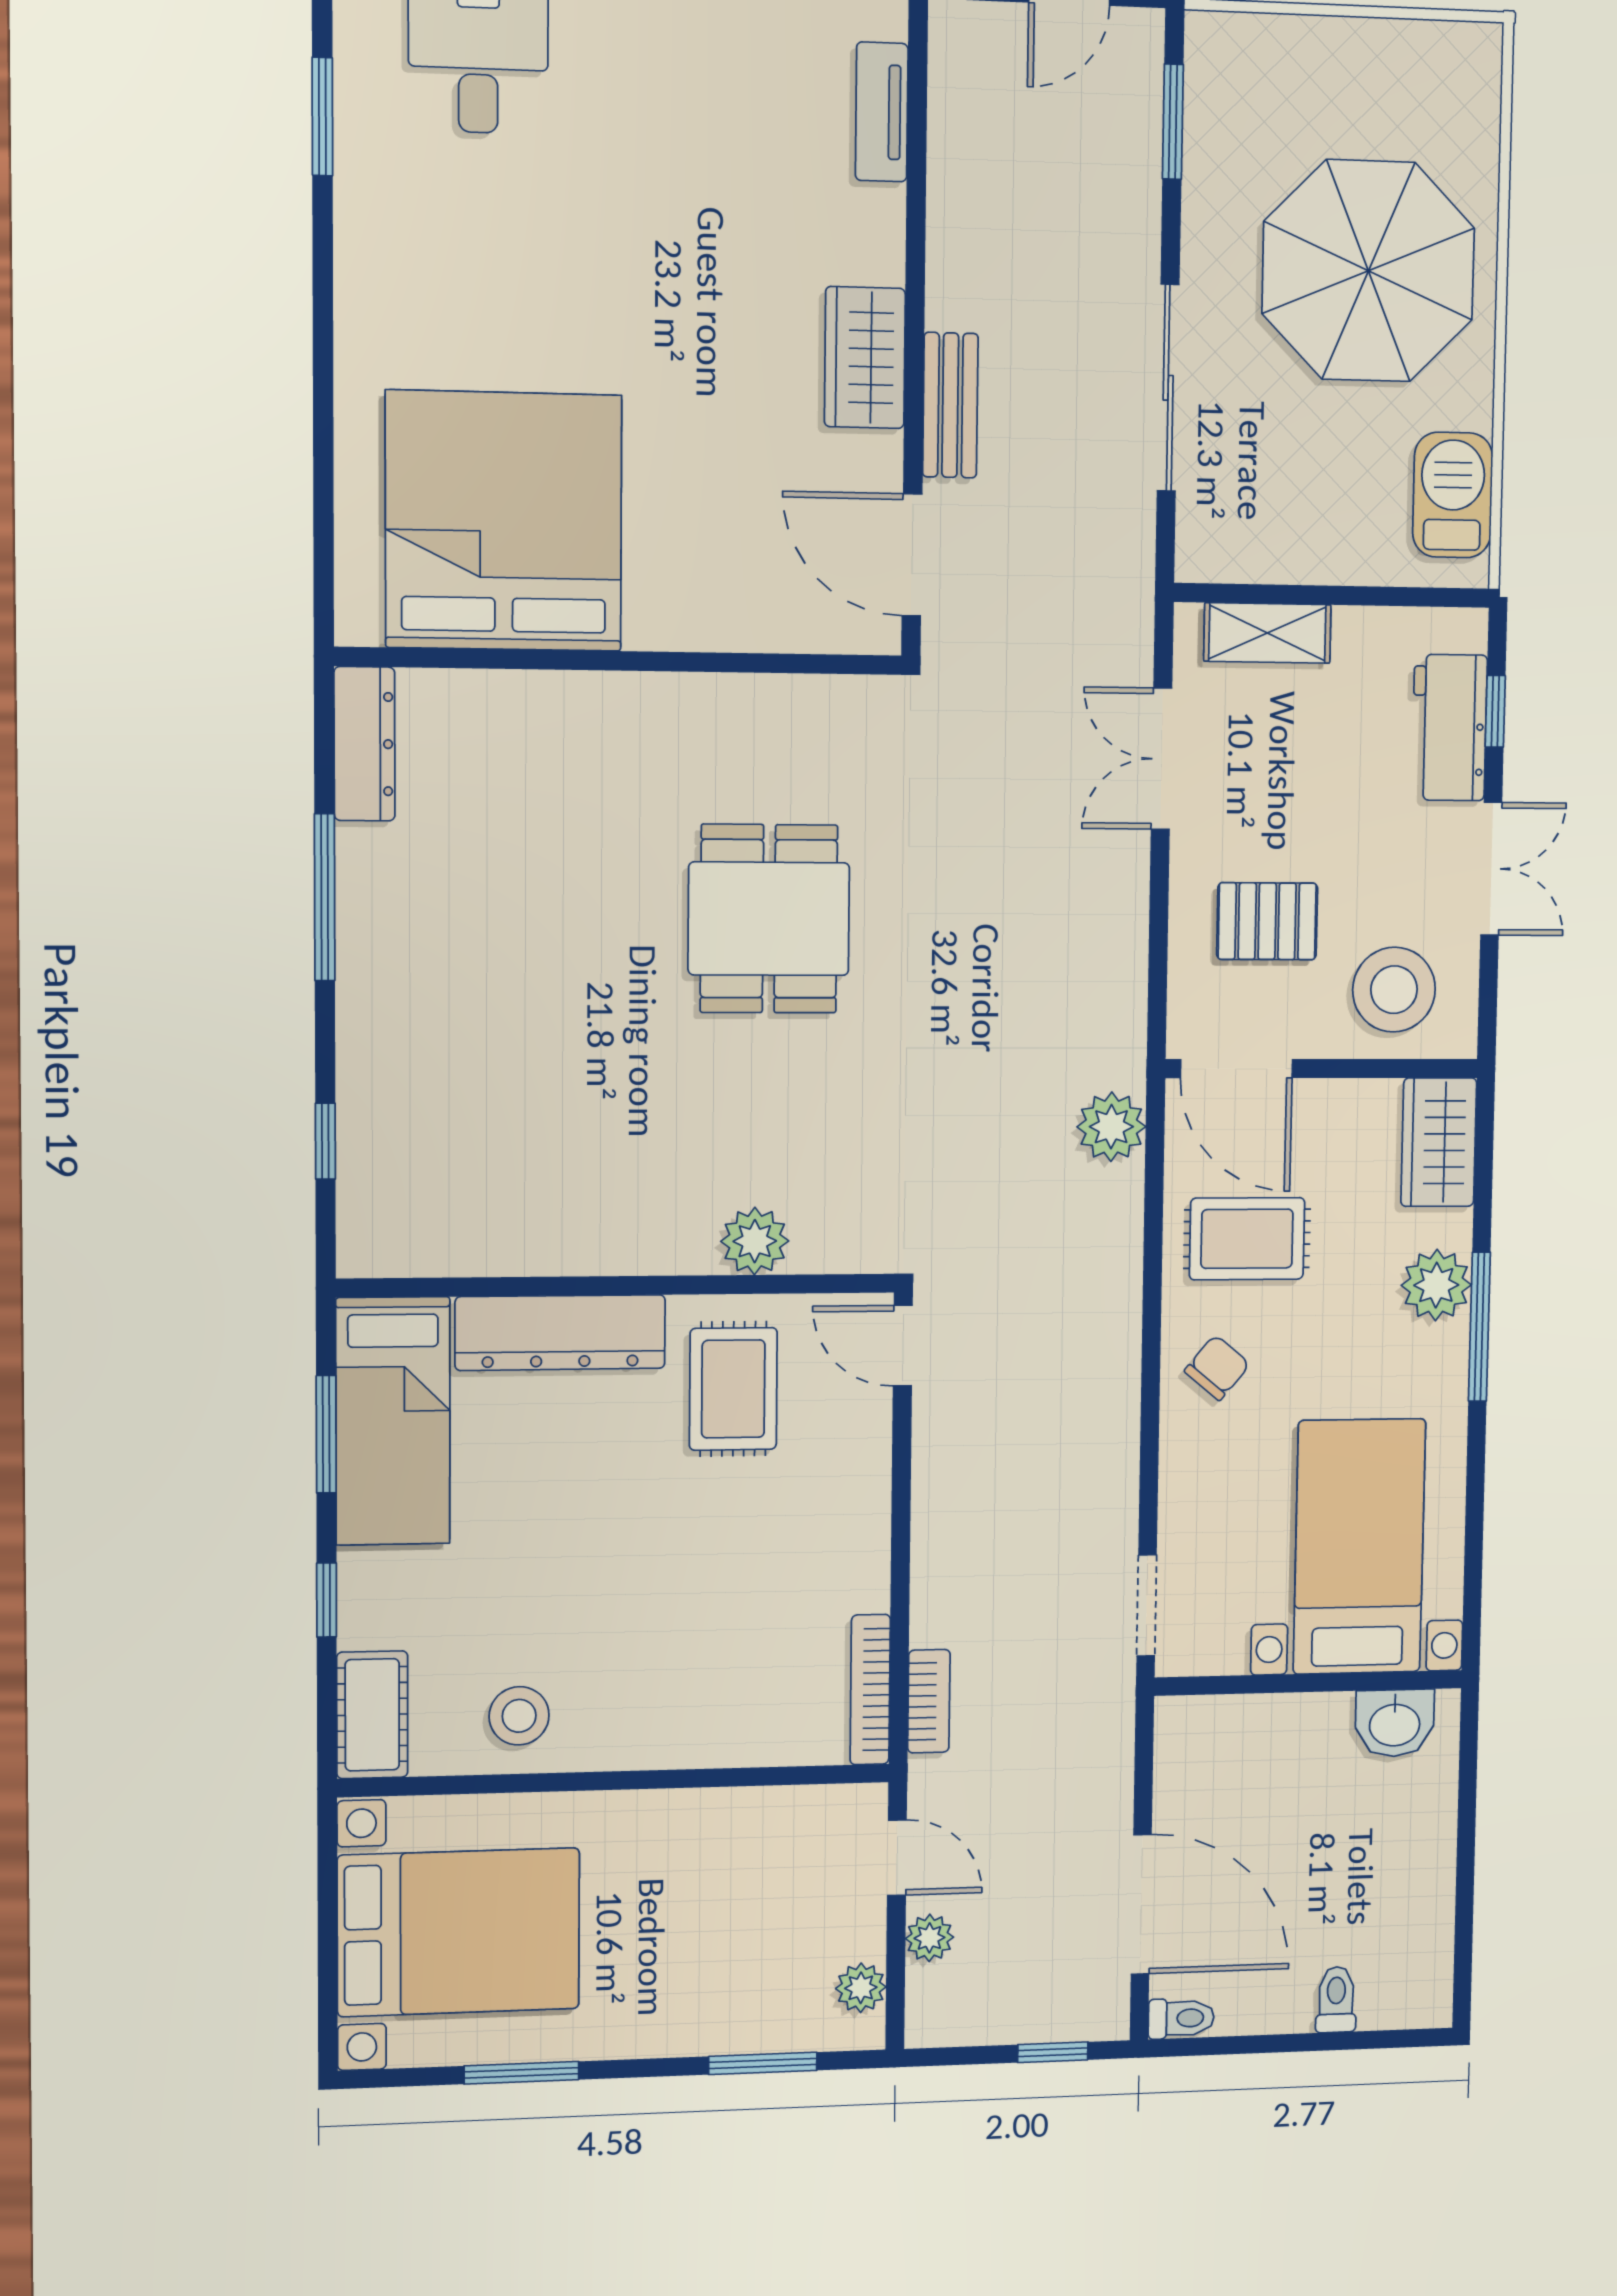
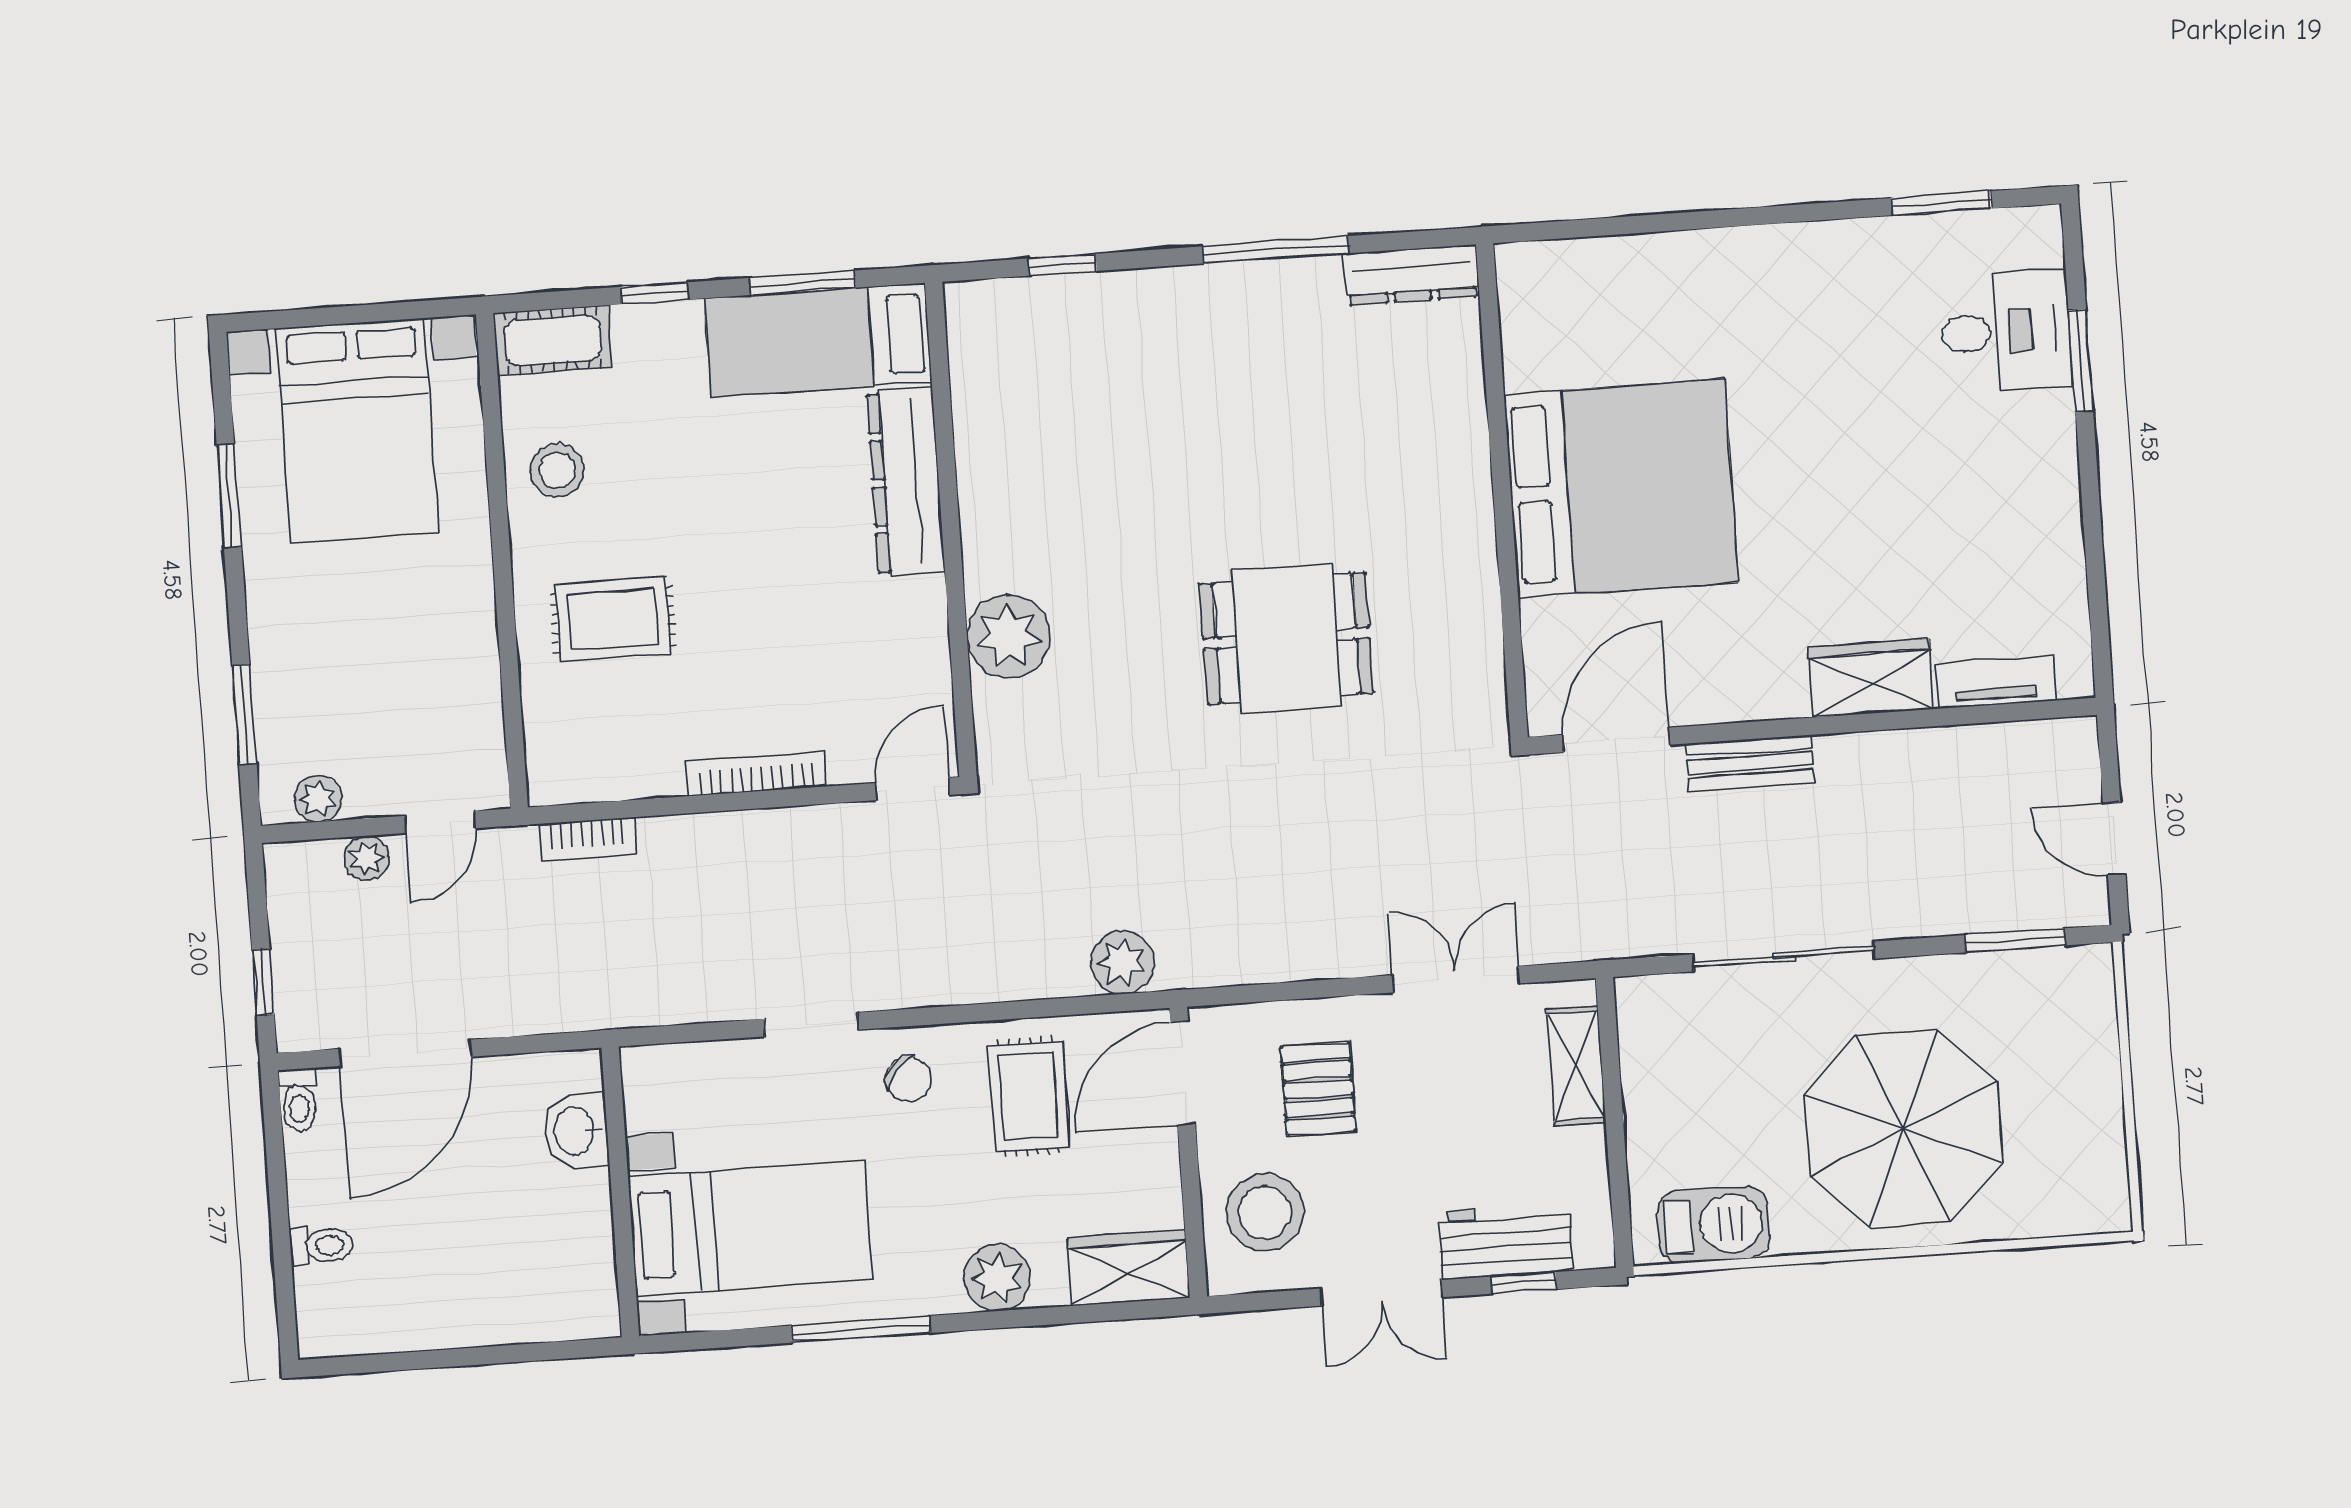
wardrobe: (865, 358) -> (1871, 678), moved
bed: (504, 521) -> (1621, 488), moved
plant: (755, 1241) -> (1009, 636), width x1.36, depth x1.36
window: (1479, 1327) -> (861, 1329), moved
rug: (733, 1389) -> (613, 619), moved
doorway: (1147, 1605) -> (811, 1024), moved
bookcase: (870, 1690) -> (756, 774), moved
washbasin: (1395, 1723) -> (576, 1131), moved

